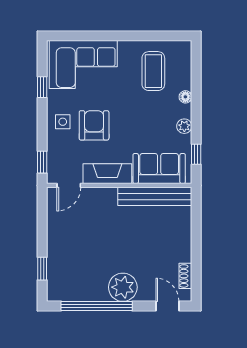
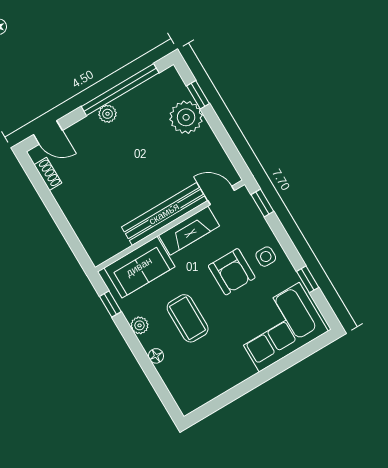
coffee table: (153, 71) -> (188, 318), moved
door: (69, 185) -> (221, 195), hinge flipped
bench: (155, 196) -> (164, 214), moved
plant: (61, 257) -> (186, 117), added
plant: (123, 287) -> (108, 114), width x0.53, depth x0.53

